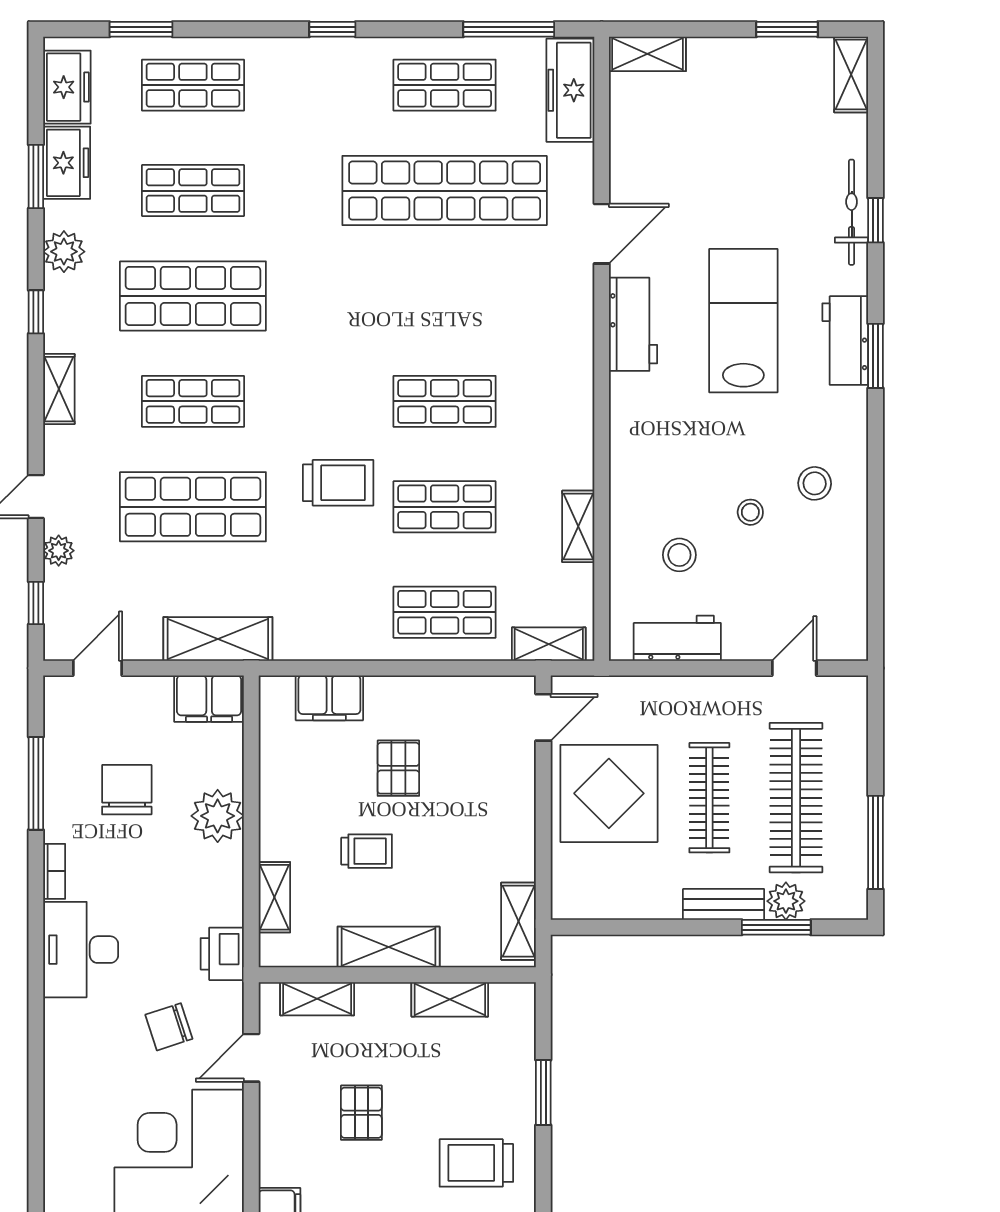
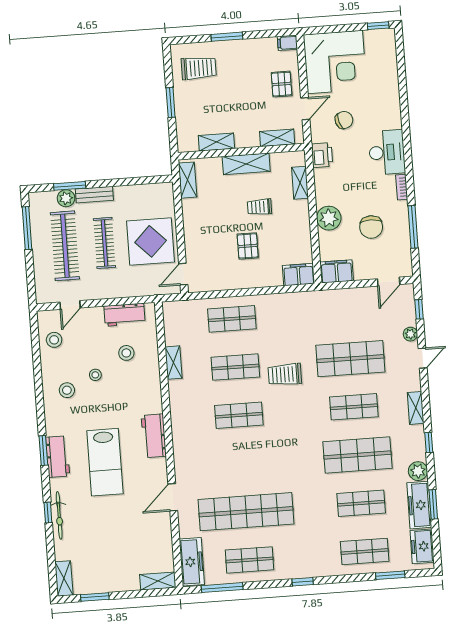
freezer: (67, 163) -> (419, 505), width x1.40
workbench: (633, 324) -> (154, 436), moved
stool: (834, 595) -> (54, 340), added
shelving: (218, 639) -> (335, 299), removed
shelving: (549, 644) -> (183, 308), removed
filing cabinet: (329, 698) -> (299, 275), moved
pallet: (361, 1113) -> (282, 84), moved

